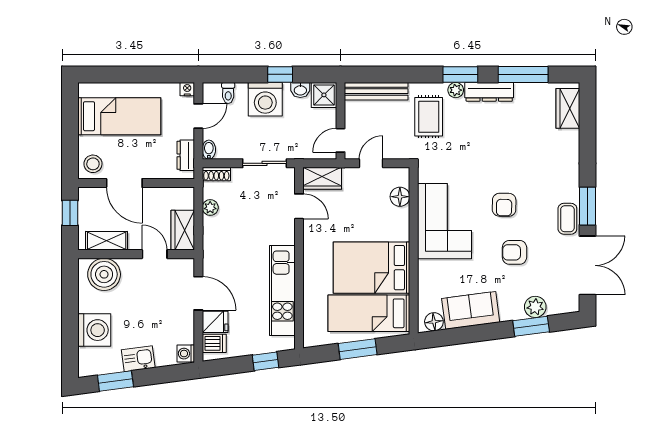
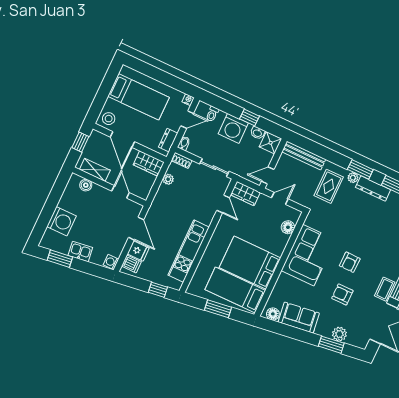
wardrobe: (183, 230) -> (149, 163), moved, turned -90
boiler: (104, 274) -> (86, 185), width x0.54, depth x0.54

